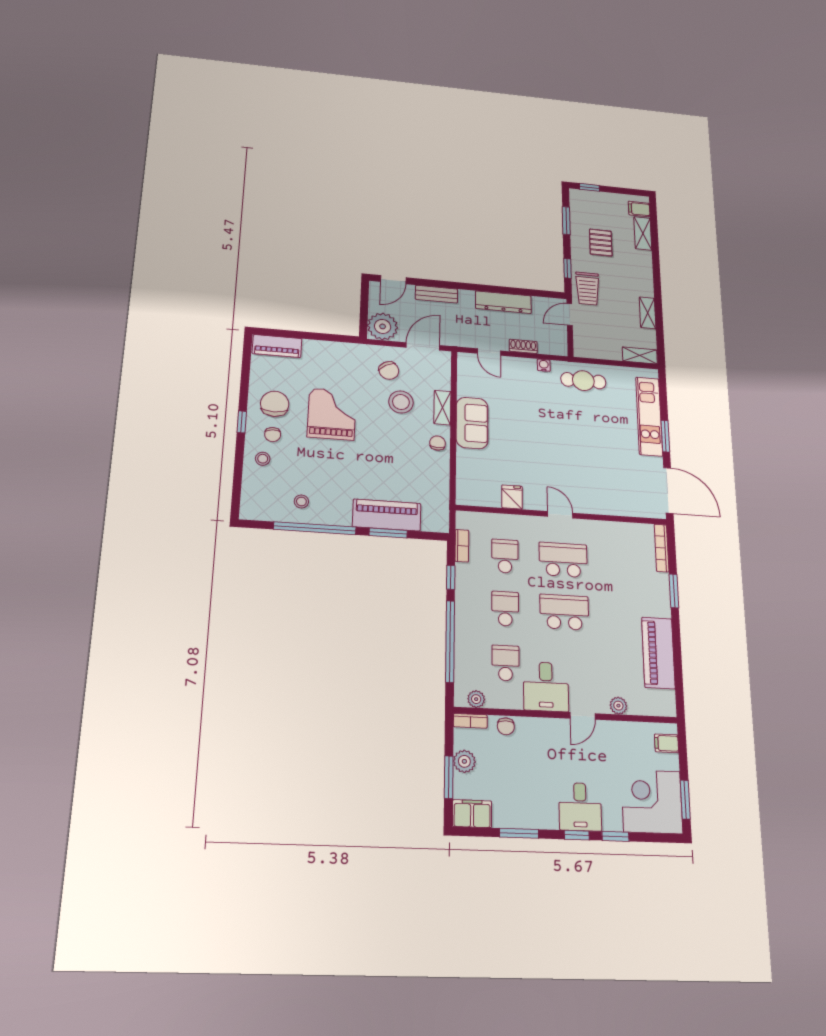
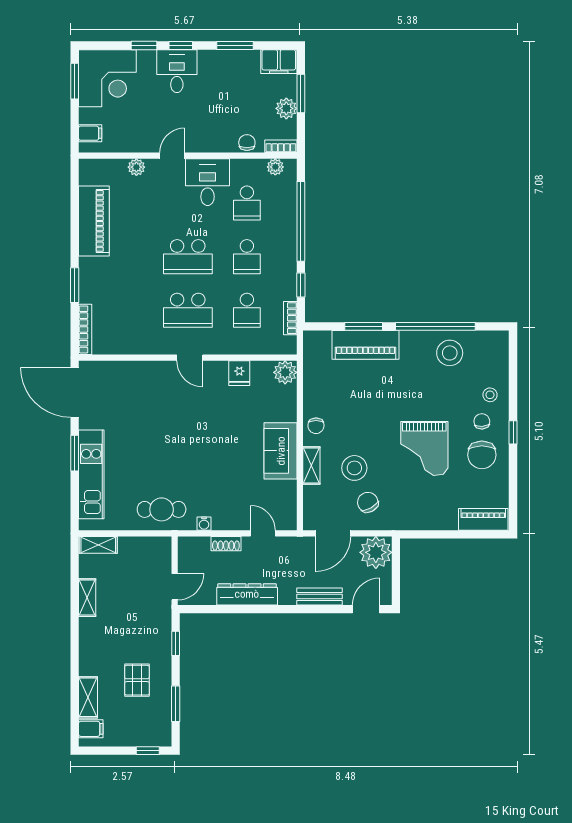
trolley: (587, 289) -> (154, 621), removed
plant: (467, 494) -> (285, 372), added
stool: (301, 501) -> (450, 353), width x1.89, depth x1.89

